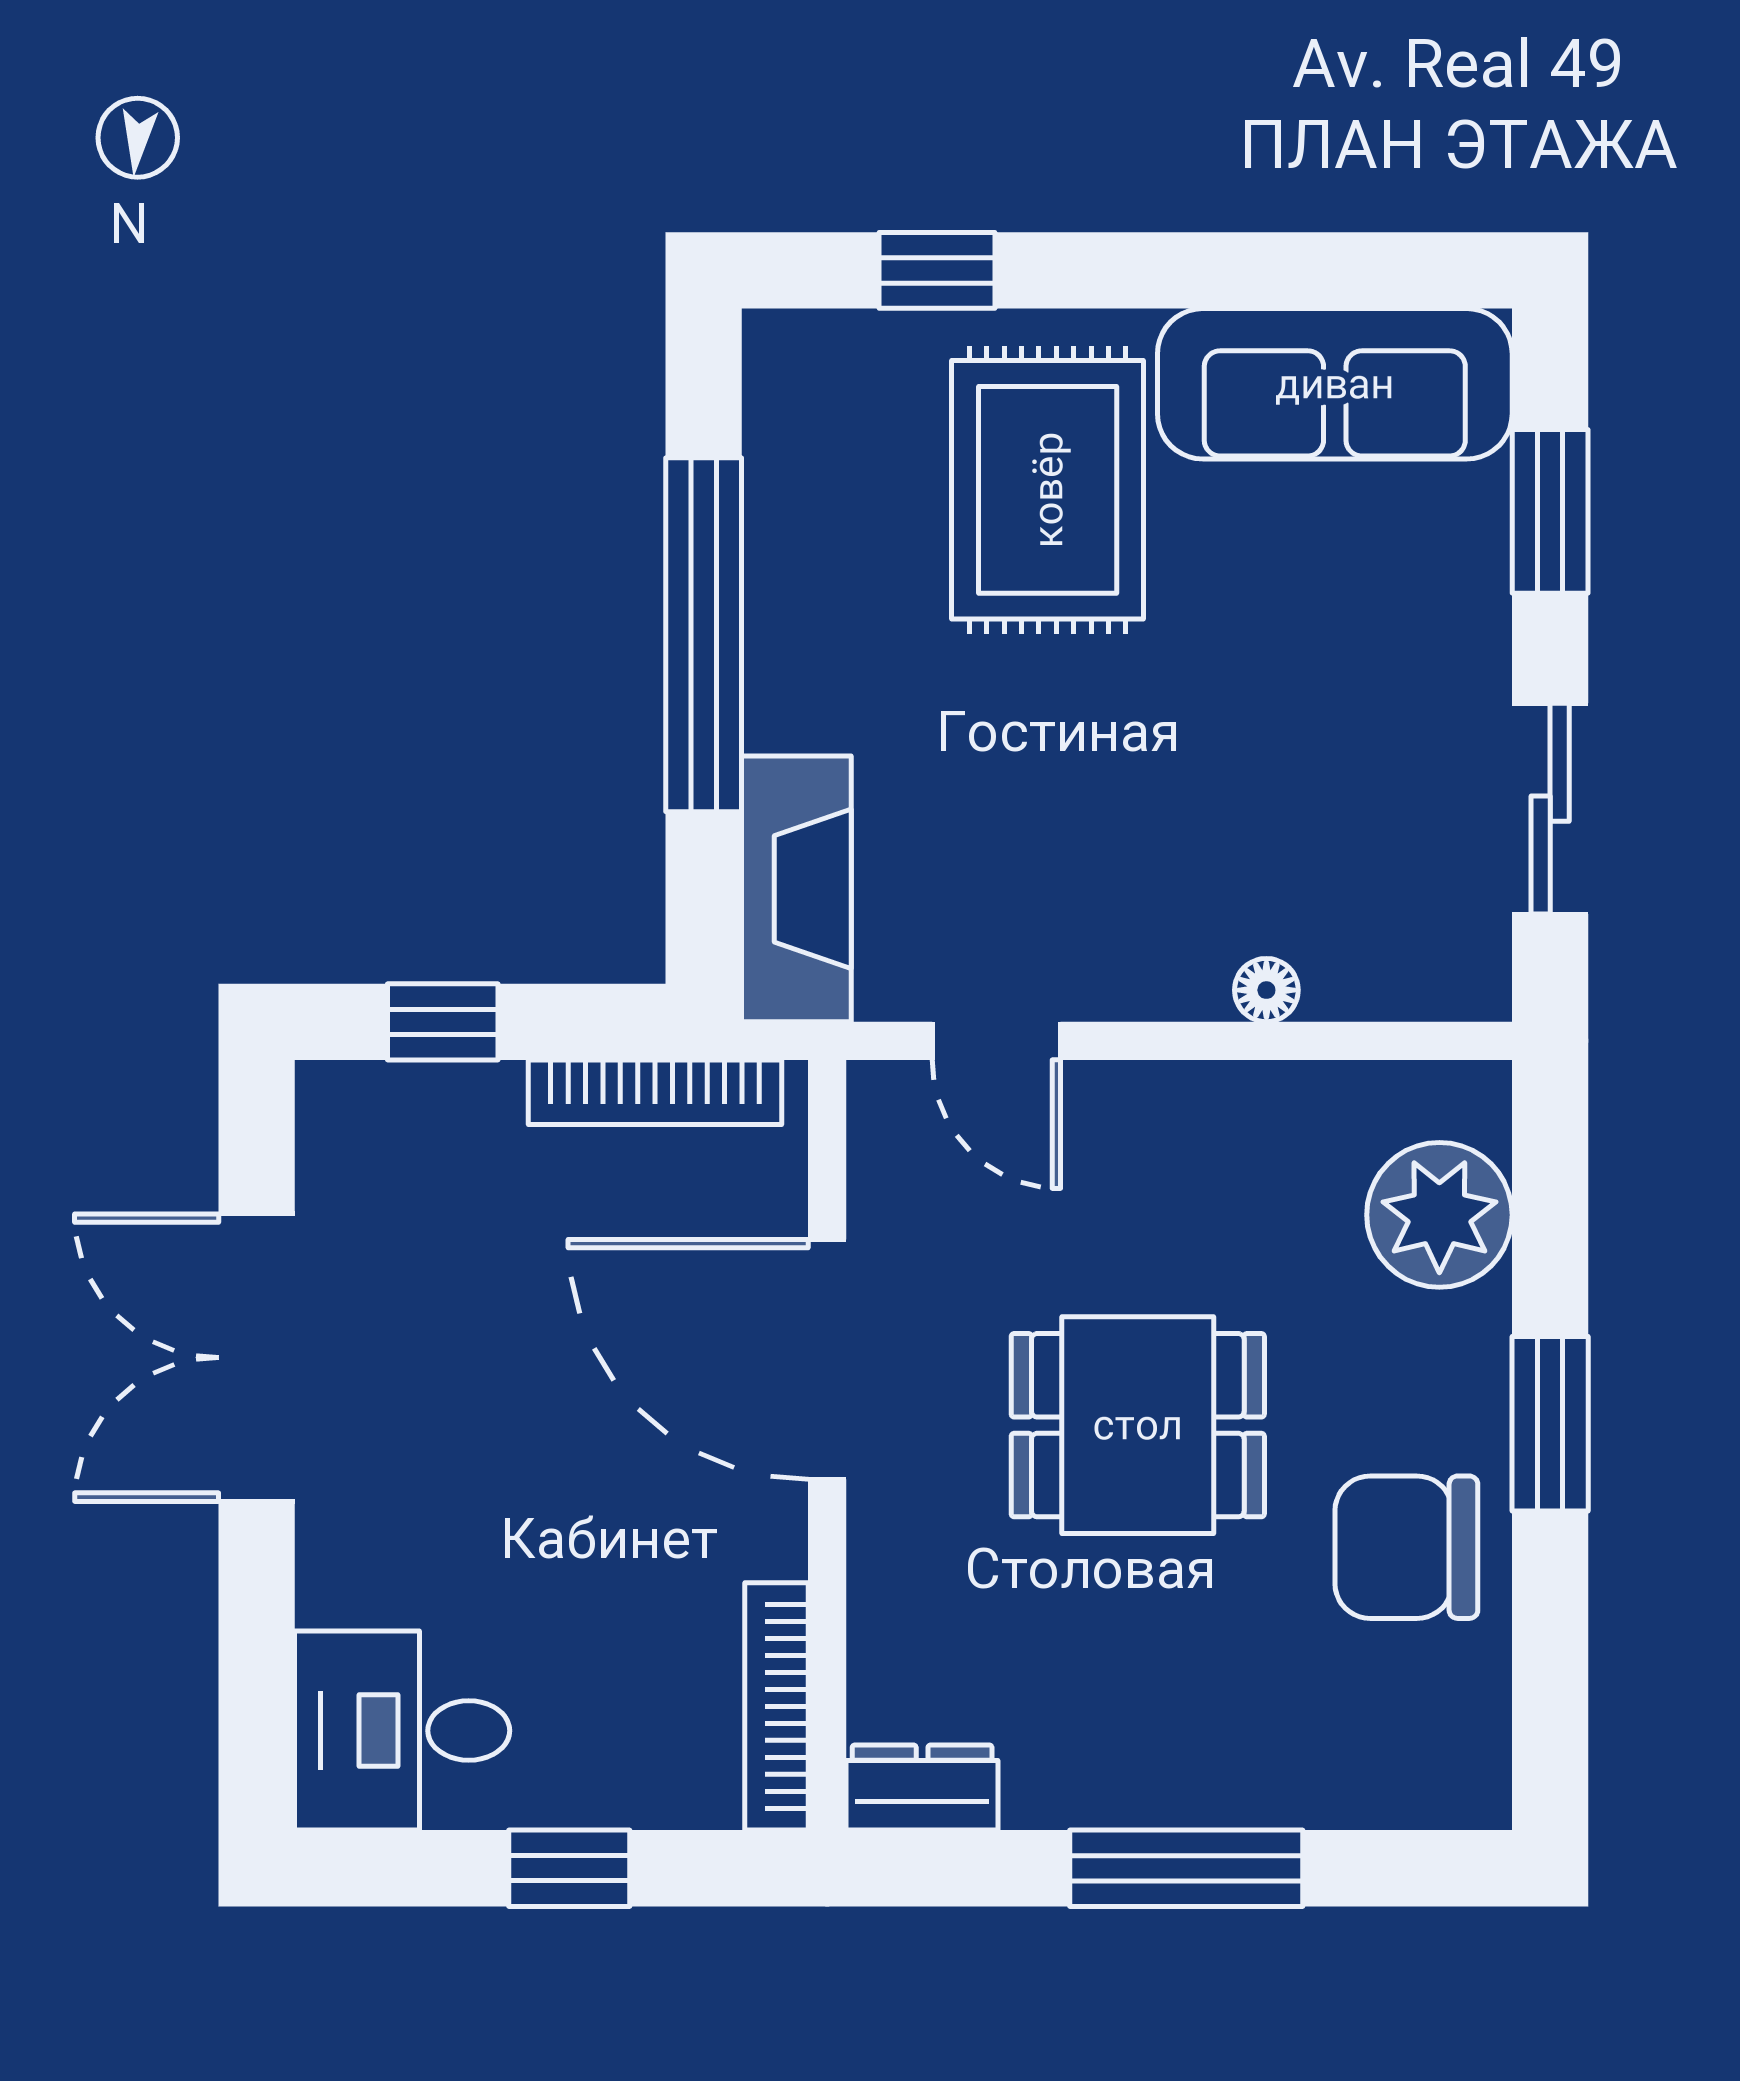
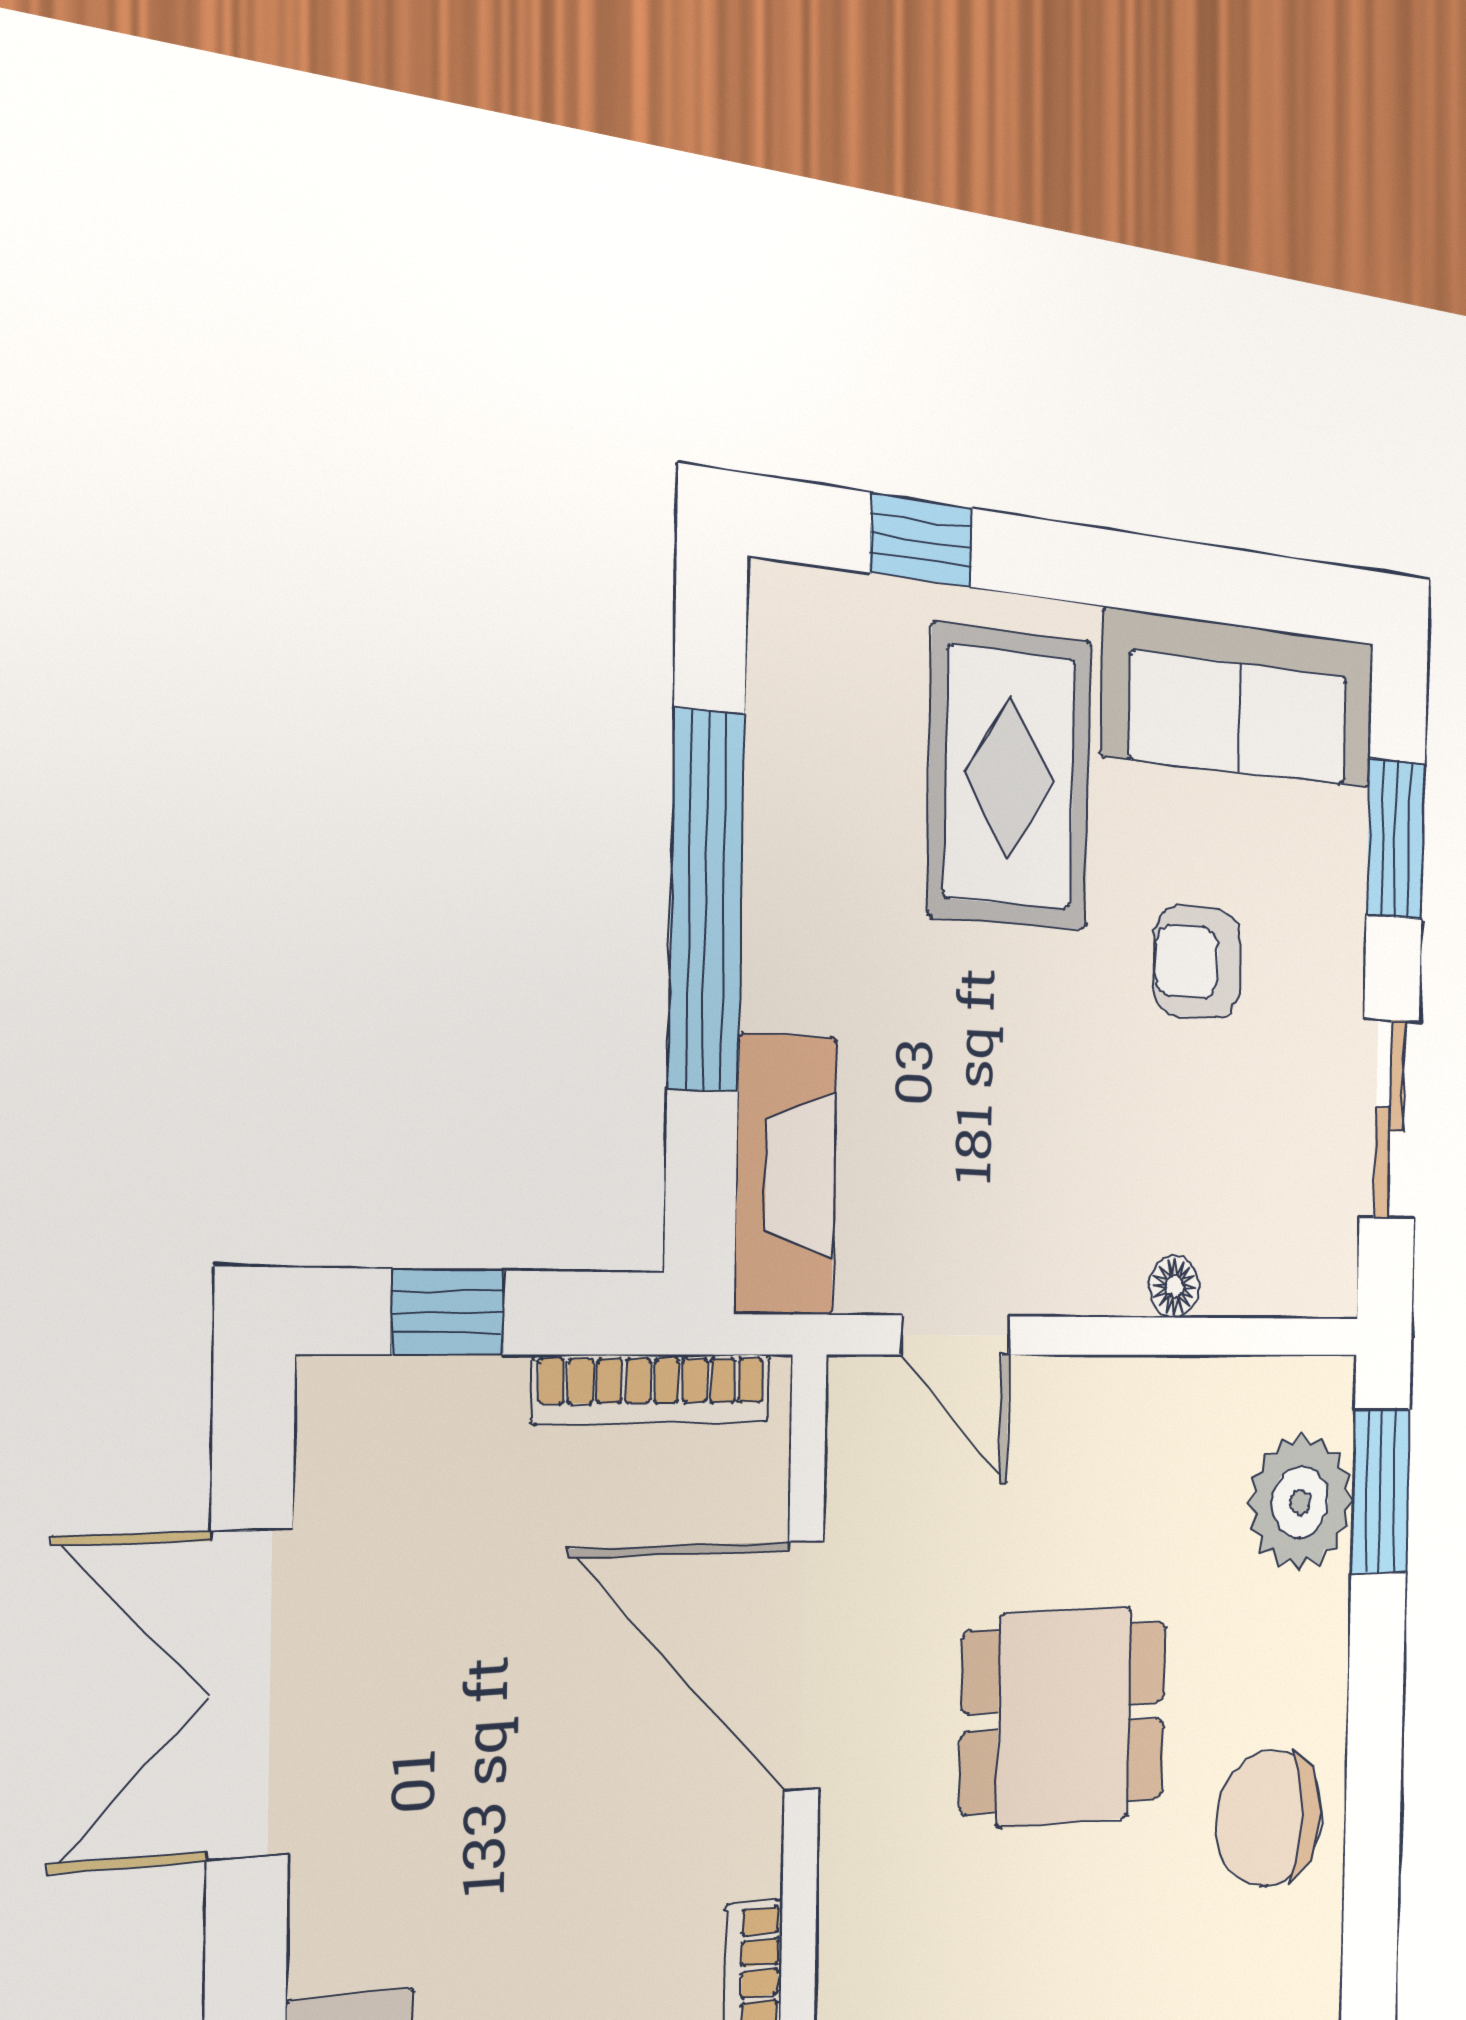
armchair: (1287, 657) -> (1197, 962), added
window: (1550, 1424) -> (1381, 1491), moved

